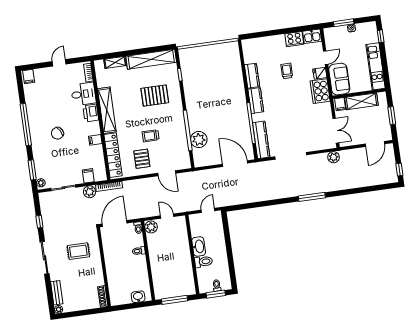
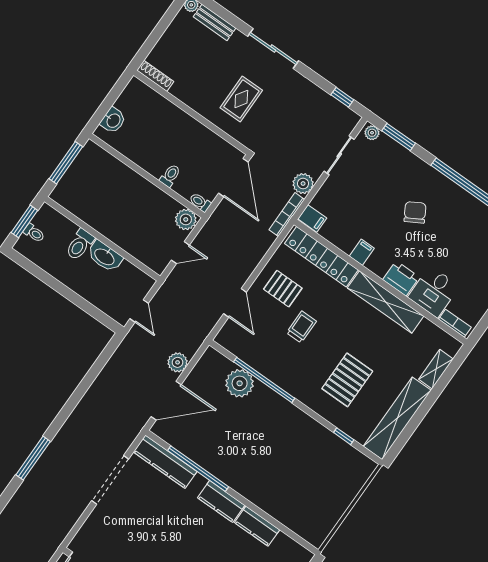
plant: (334, 157) -> (178, 362), moved
door: (167, 173) -> (235, 303), swing flipped
filing cabinet: (88, 176) -> (312, 218), moved
window: (39, 222) -> (342, 97), moved

